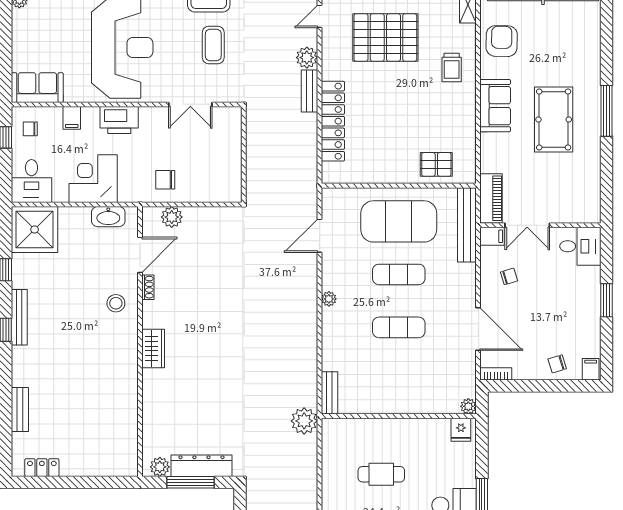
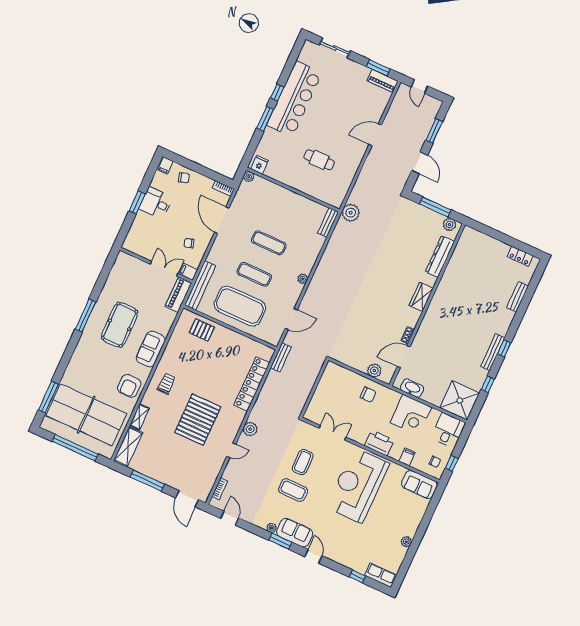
pallet: (385, 38) -> (198, 420), turned 90
bench: (309, 91) -> (281, 357), moved
desk: (580, 246) -> (156, 203), moved
stool: (116, 303) -> (431, 334), removed
dresser: (201, 466) -> (440, 257), moved, turned 90

